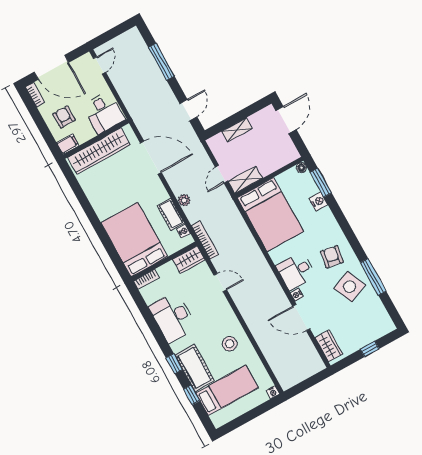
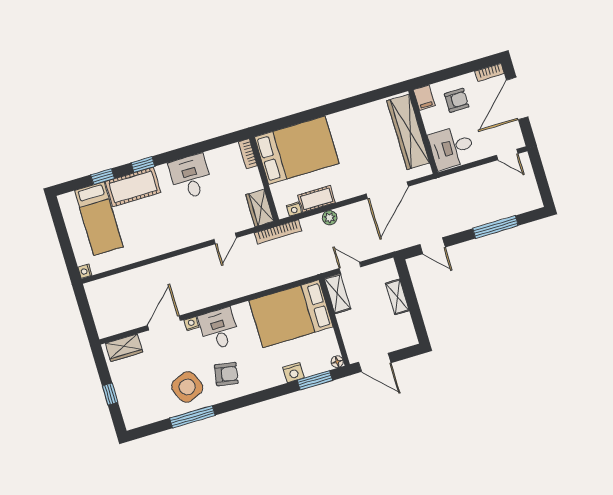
door: (286, 120) -> (375, 362), moved
desk: (173, 317) -> (191, 177), width x0.73
stool: (230, 344) -> (152, 234), removed

